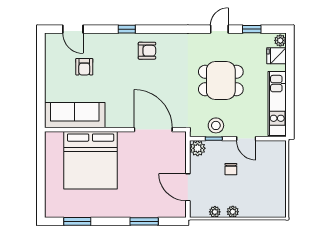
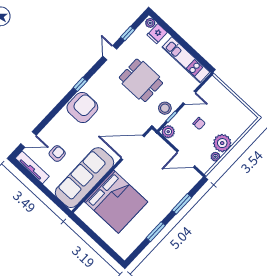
window: (127, 29) -> (80, 84), moved
armchair: (147, 51) -> (82, 108), width x1.88, depth x1.88
tv unit: (51, 56) -> (32, 167), added
armchair: (84, 67) -> (57, 154), turned -90
dining table: (221, 80) -> (141, 80), turned 90
sofa: (75, 115) -> (84, 178), width x1.36, depth x1.27
plant: (233, 212) -> (222, 143), width x1.87, depth x1.87
window: (77, 221) -> (156, 232), moved

